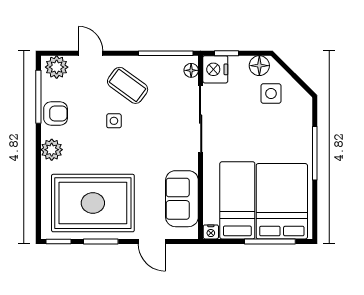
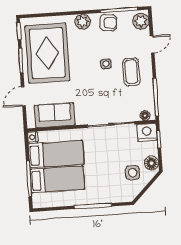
coffee table: (128, 85) -> (131, 72), turned -36
armchair: (56, 113) -> (108, 23), turned -83
bed: (282, 201) -> (57, 179), width x0.67

